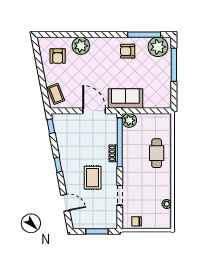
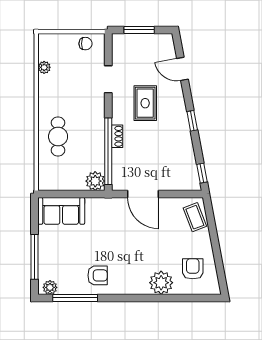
plant: (158, 47) -> (50, 287), width x0.53, depth x0.53
sofa: (125, 99) -> (61, 211), moved

